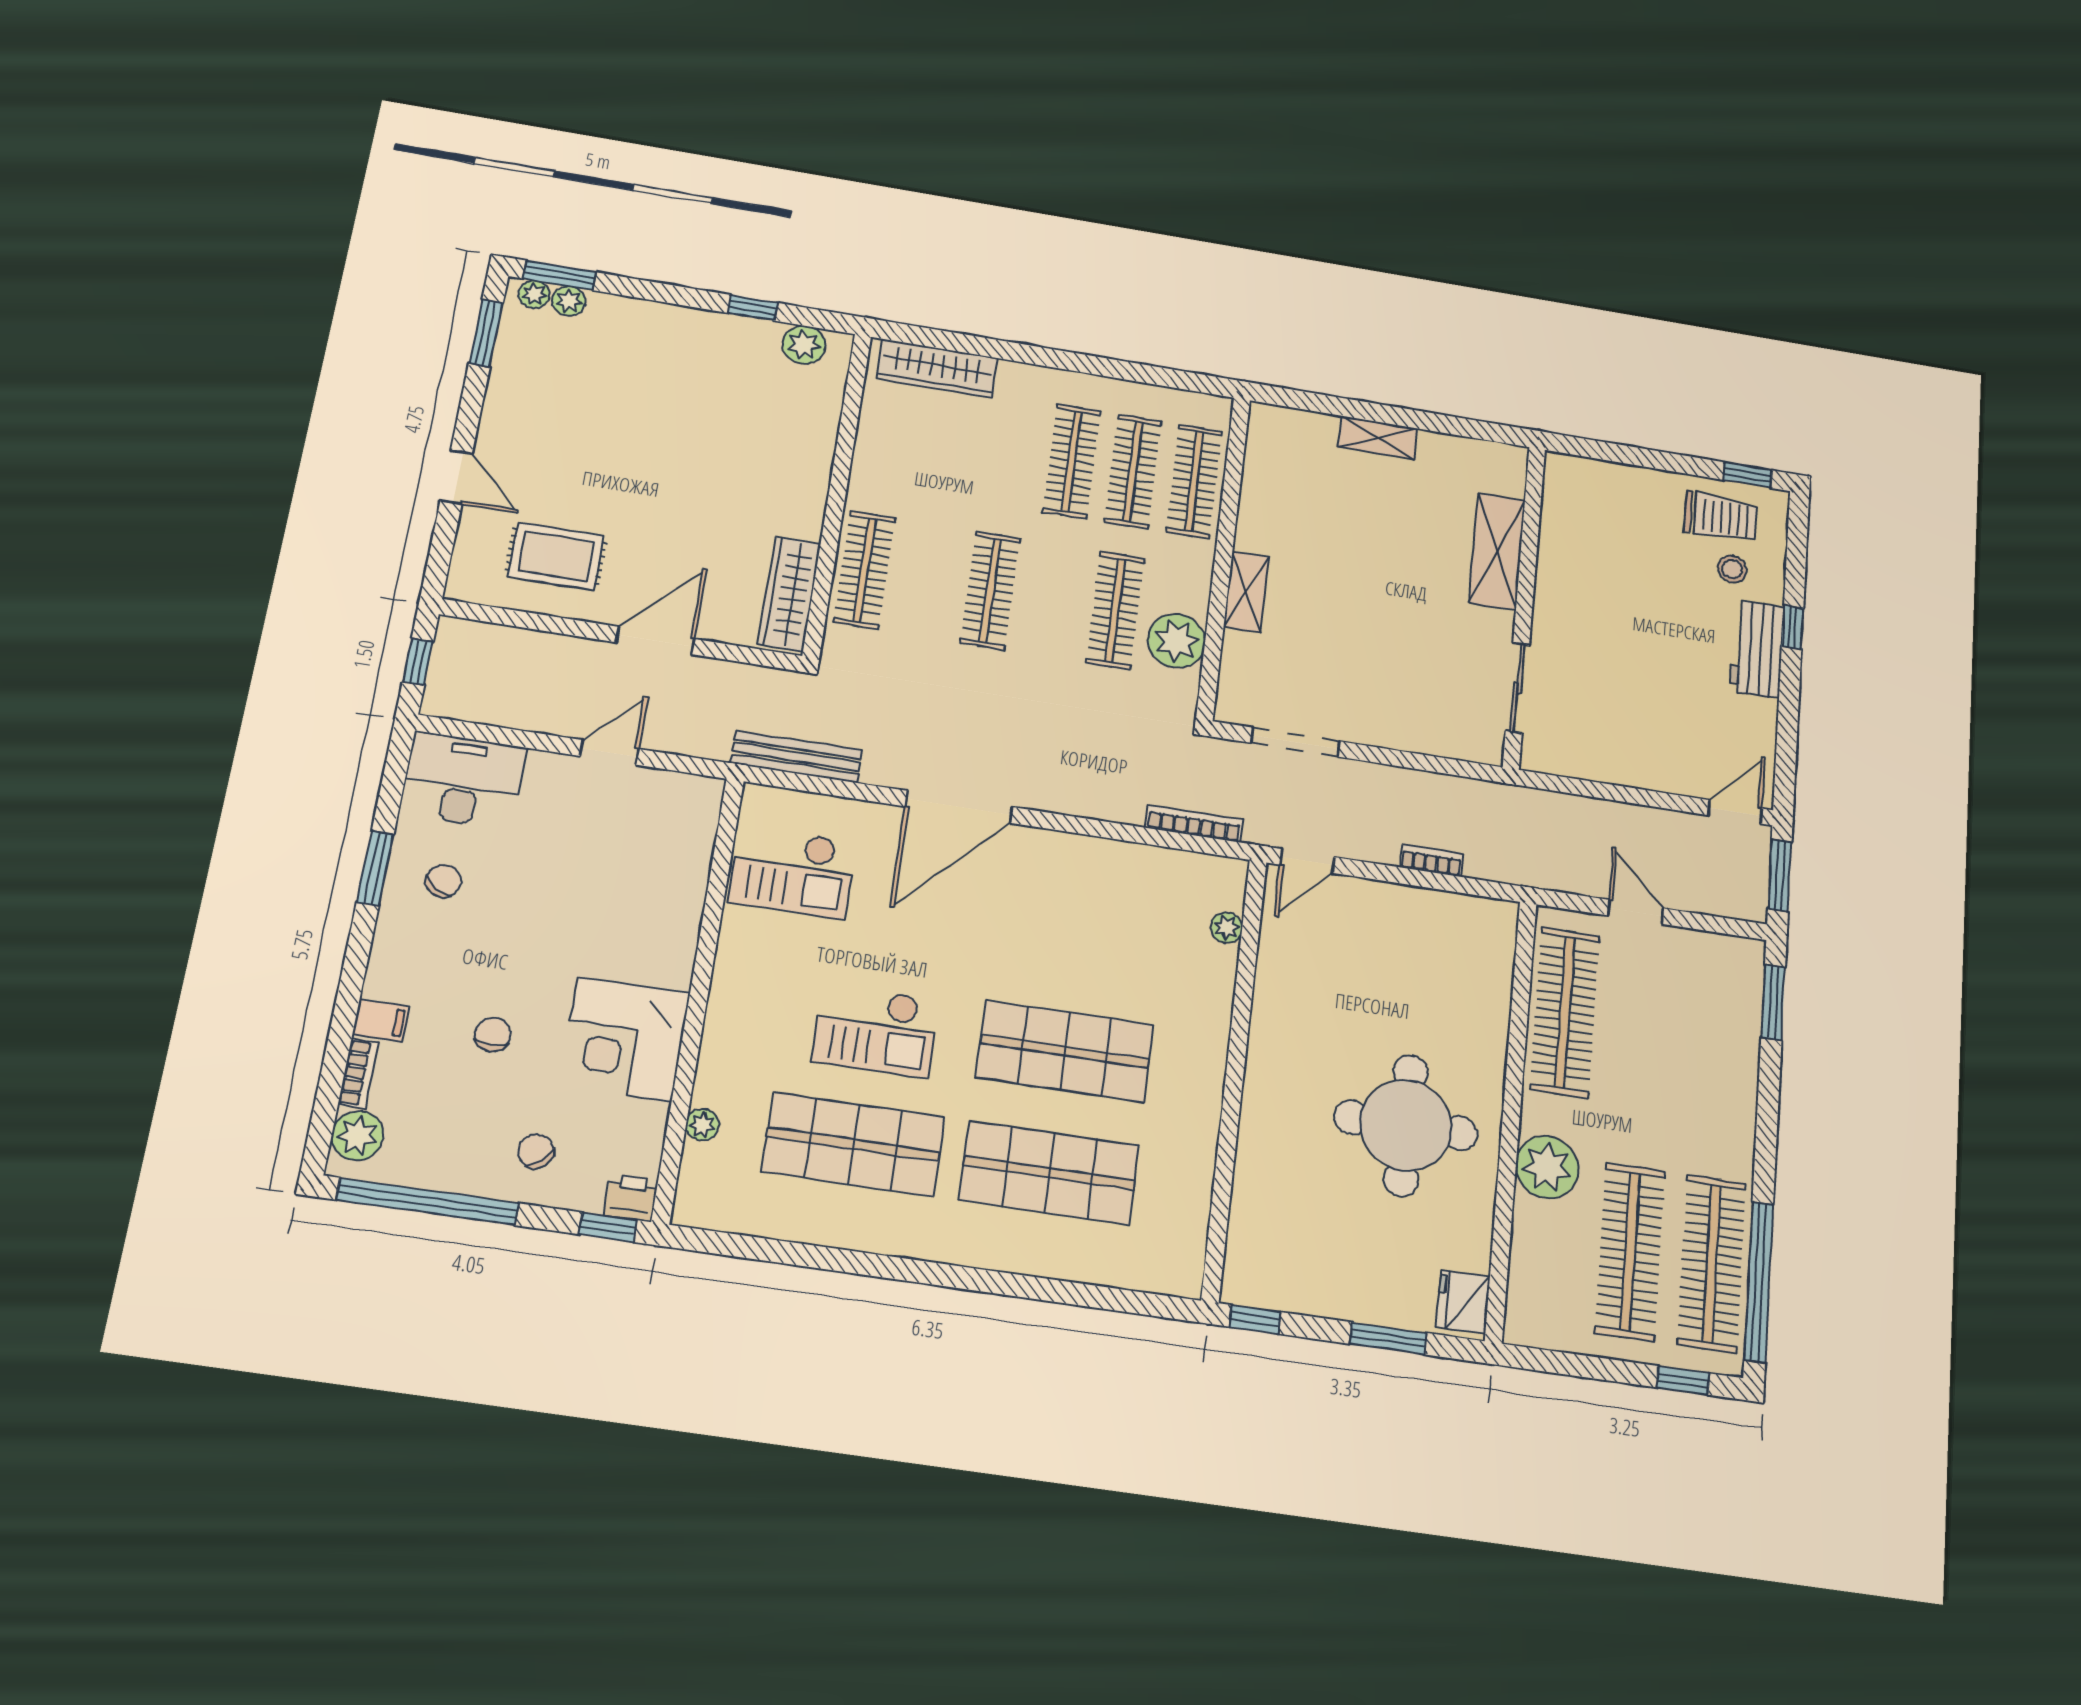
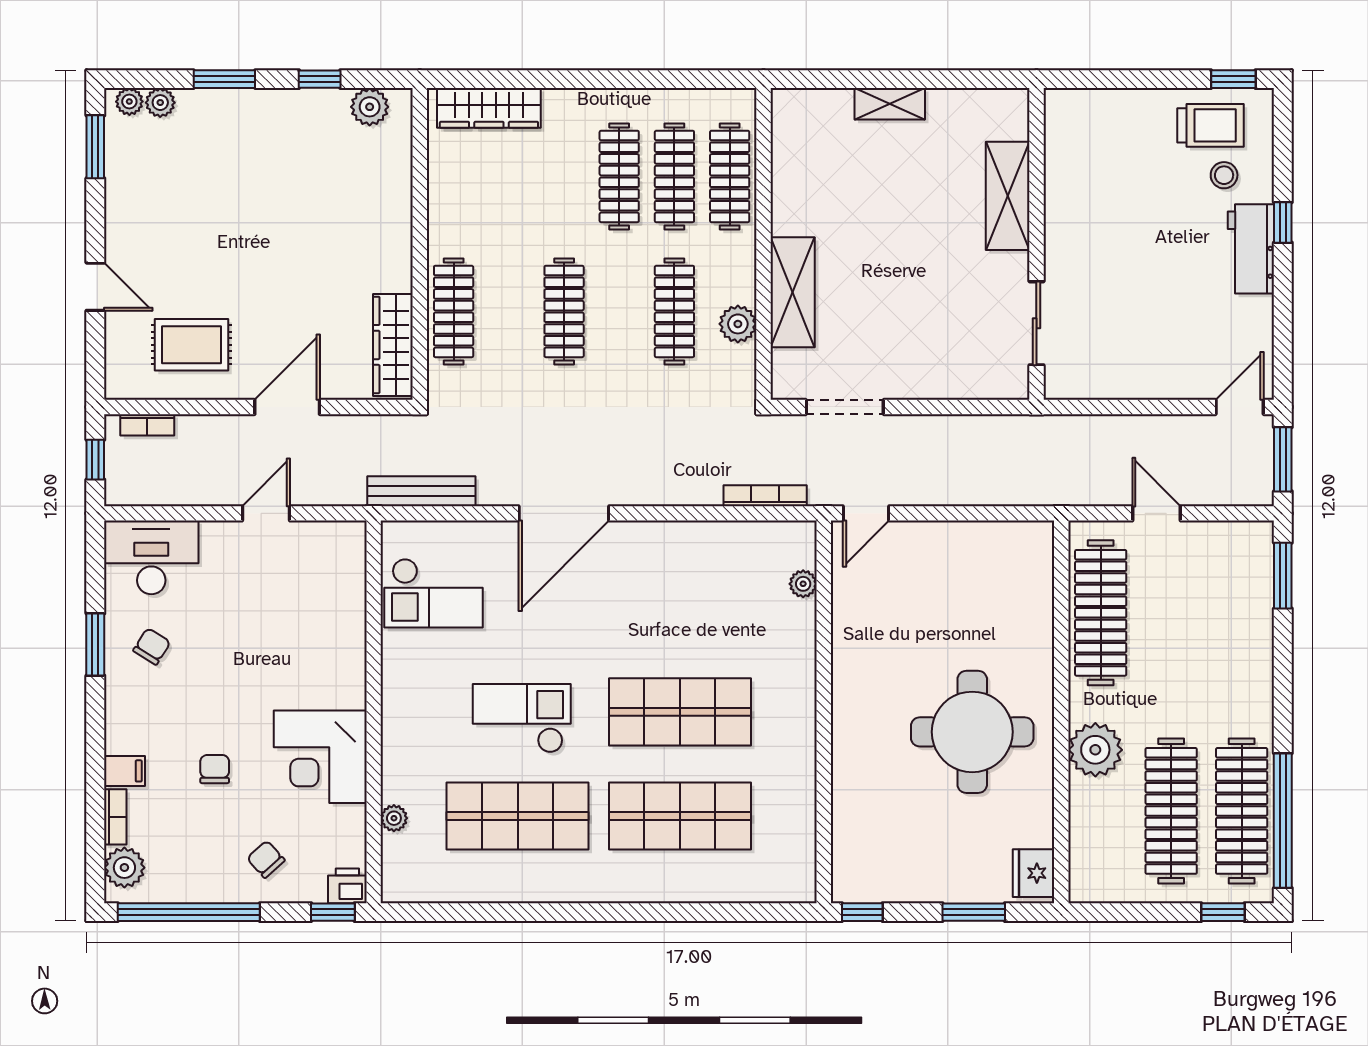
window: (559, 275) -> (224, 79), moved
shelving: (1246, 592) -> (793, 292), width x1.50, depth x1.33
plant: (1176, 641) -> (738, 324), width x0.73, depth x0.73
bookcase: (1431, 860) -> (147, 425), moved, turned 180
checkout: (875, 1030) -> (522, 718), turned 180

